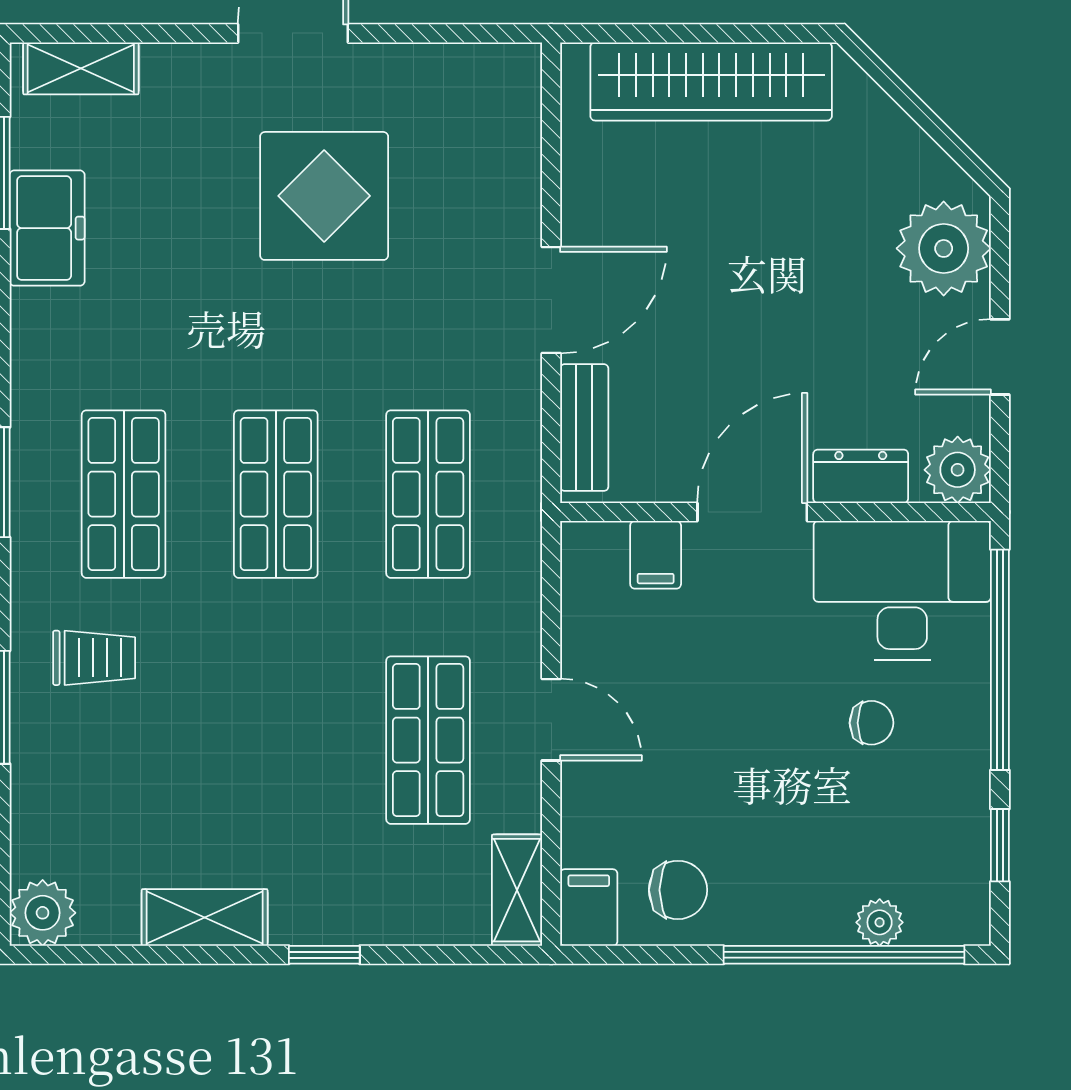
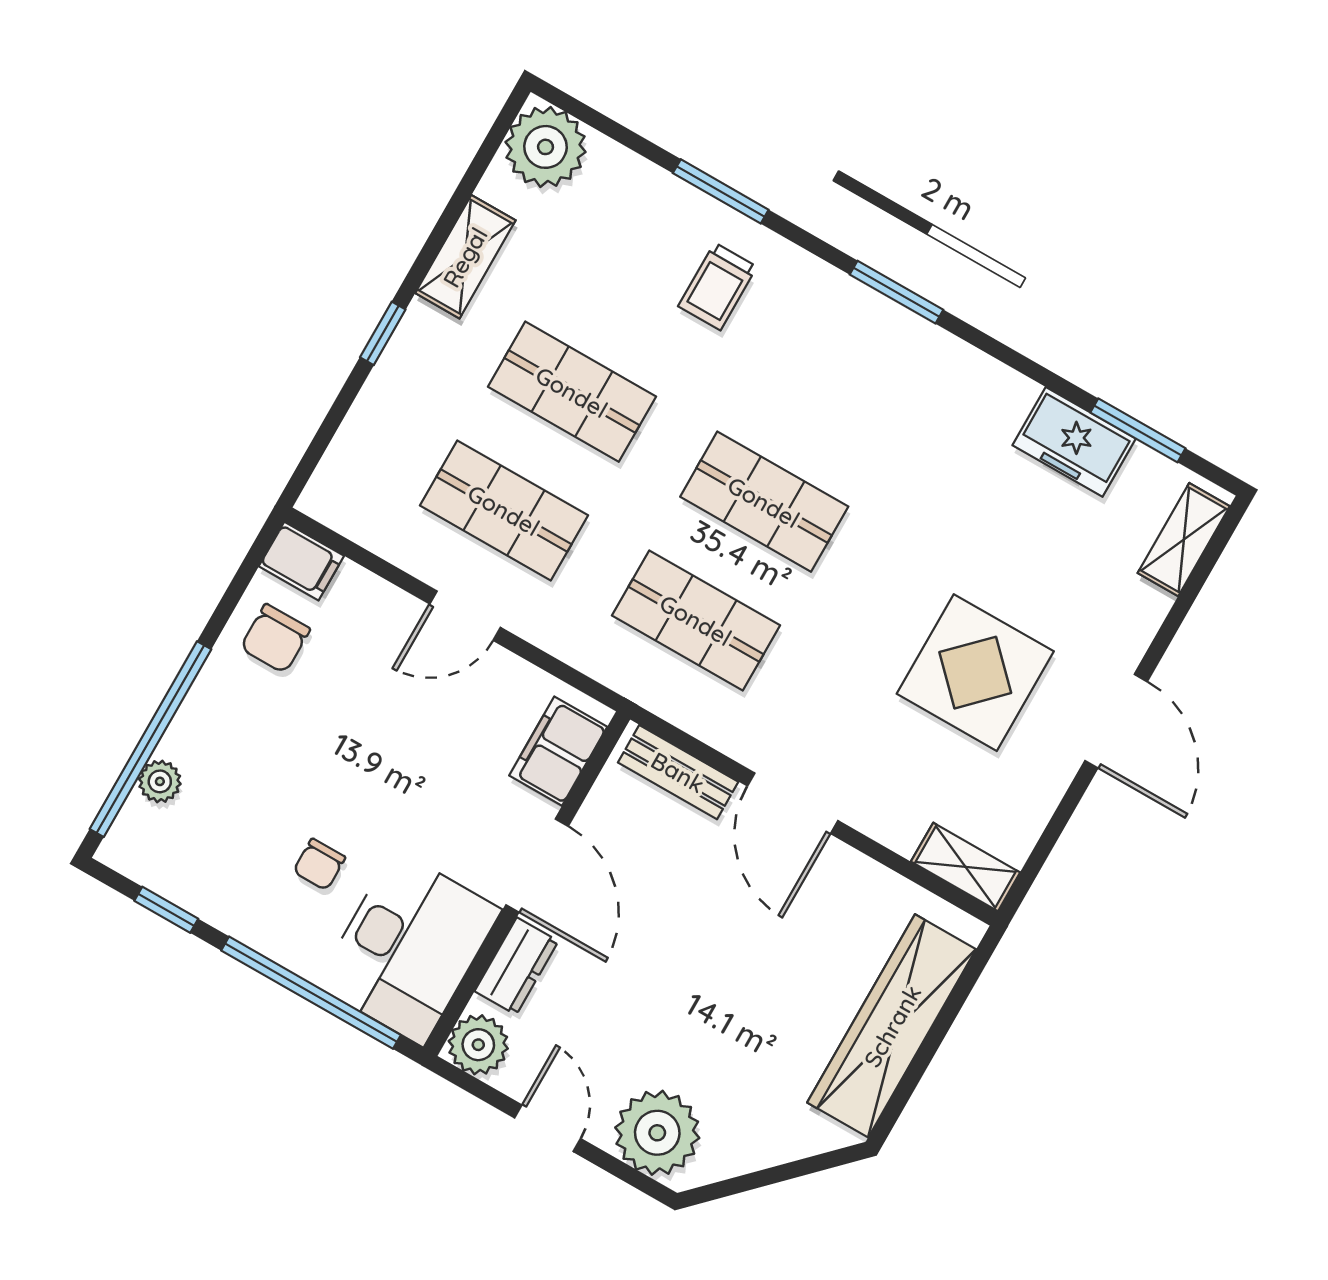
shop shelf: (124, 494) -> (572, 392), moved
filing cabinet: (656, 555) -> (558, 751), width x2.00
shelving: (517, 890) -> (966, 867), moved
plant: (43, 913) -> (545, 147), width x1.36, depth x1.36

